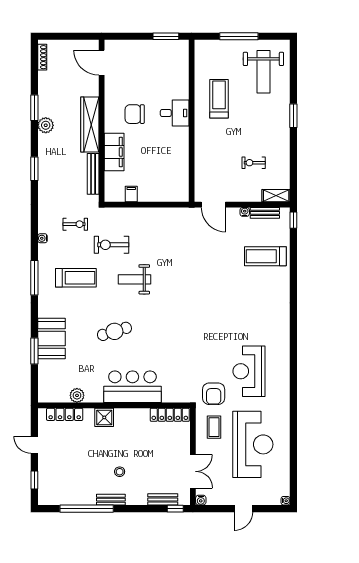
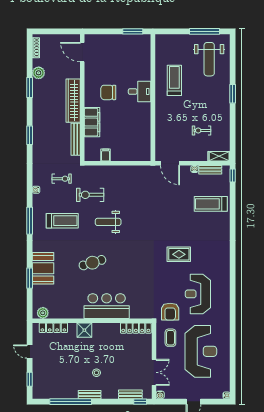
window: (239, 36) -> (205, 31), moved
plant: (46, 125) -> (39, 73), moved
rug: (225, 321) -> (179, 254), added
plant: (77, 395) -> (43, 313), moved

